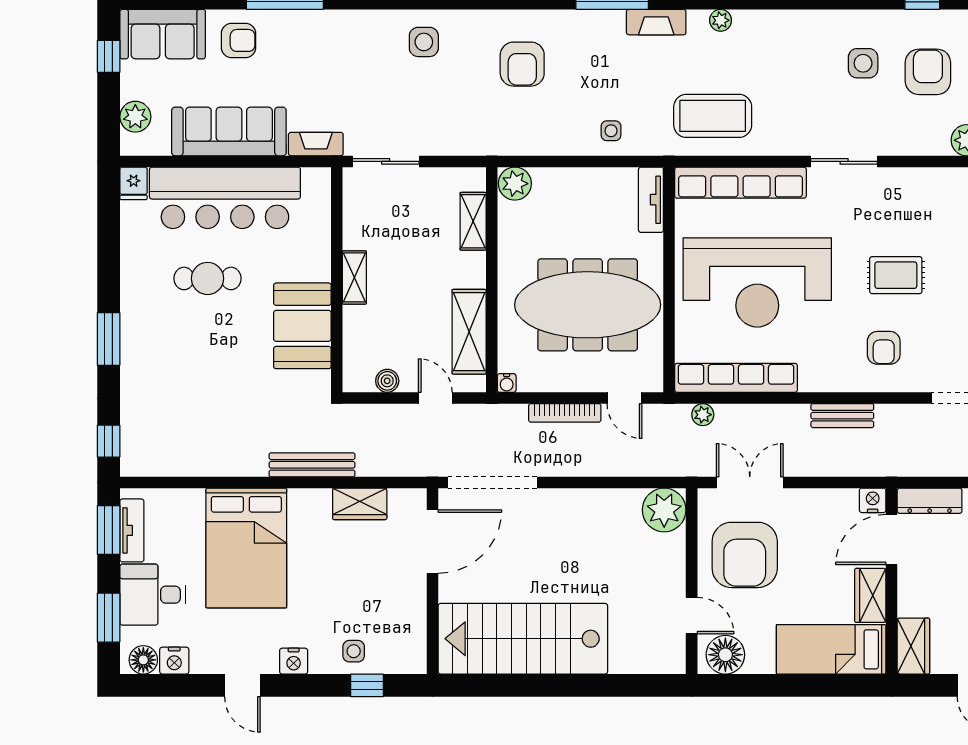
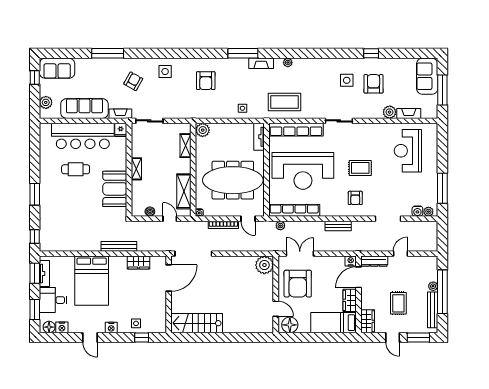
armchair: (238, 40) -> (133, 81), moved, turned -61
fridge: (134, 183) -> (121, 130), moved
stairs: (523, 639) -> (197, 323), width x0.73, depth x0.66

